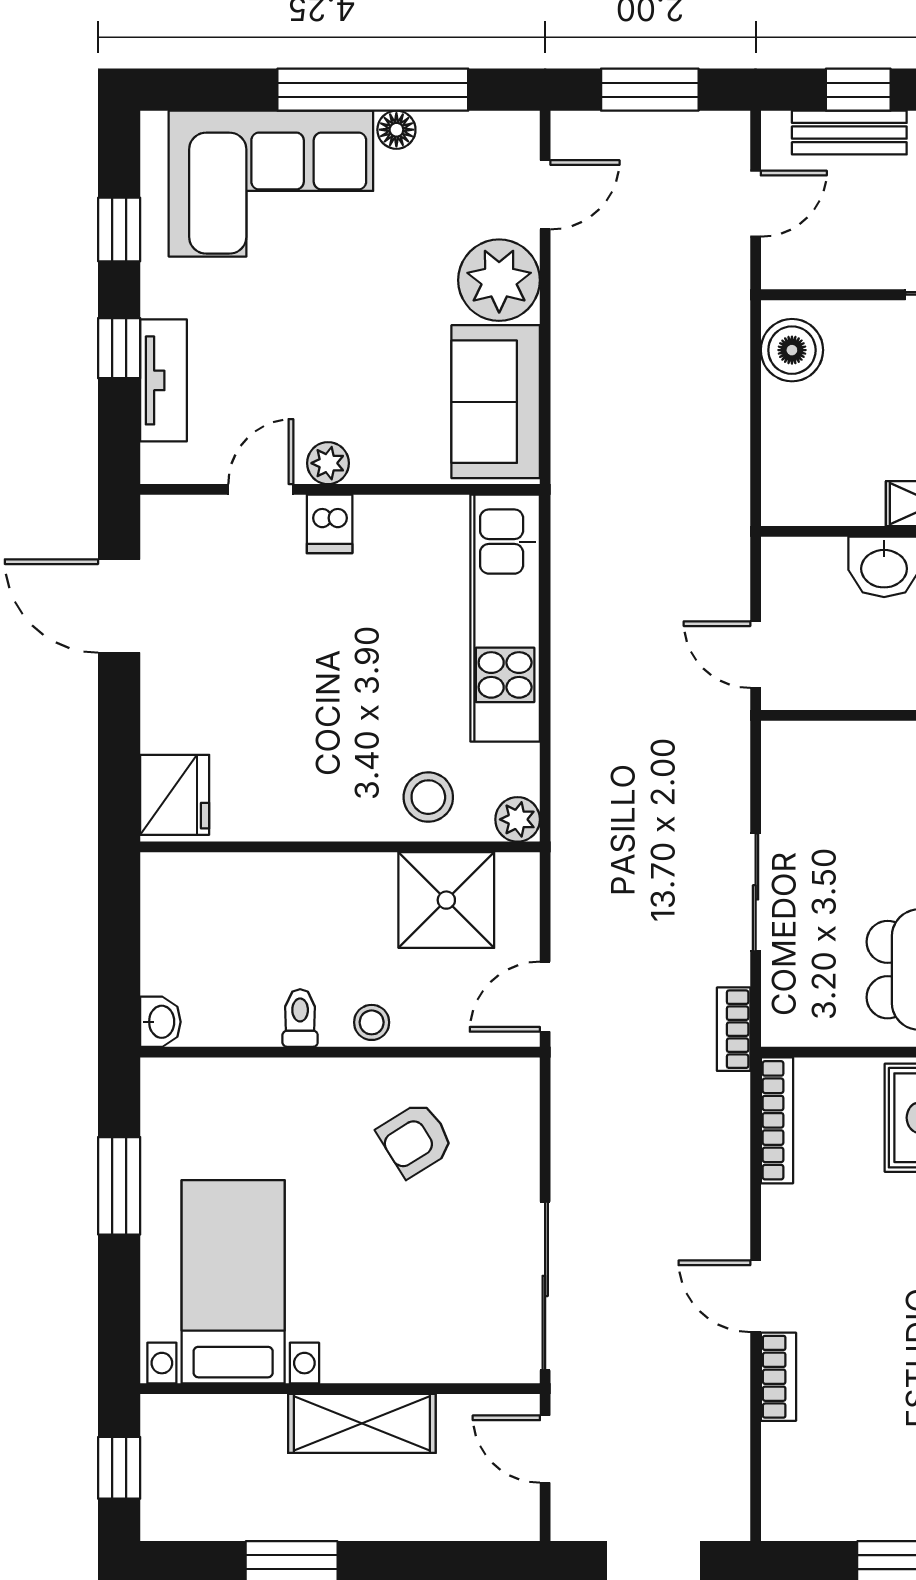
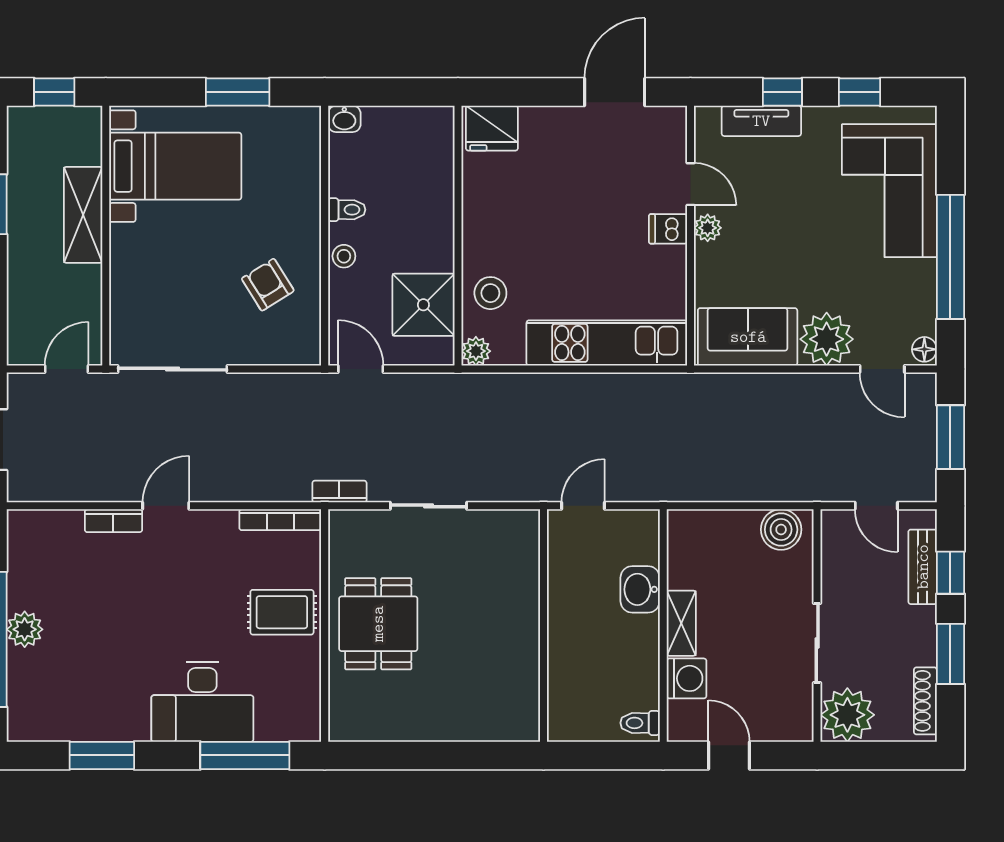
floor lamp: (396, 130) -> (924, 349), moved
shelving: (362, 1423) -> (83, 215), moved

